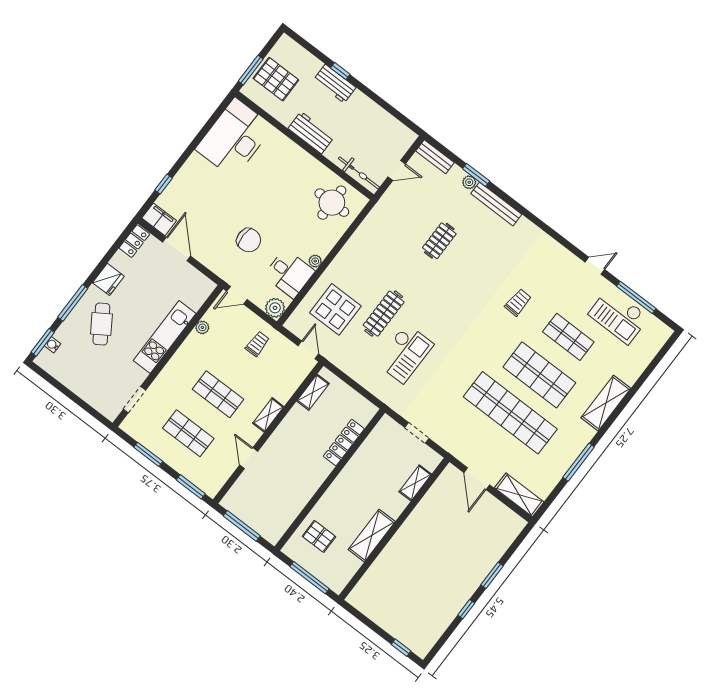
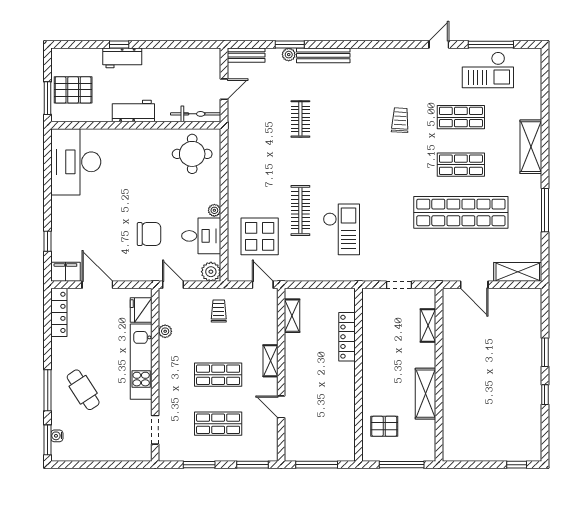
locker: (134, 241) -> (59, 312), width x1.53
fridge: (108, 279) -> (141, 310), moved, turned 180
door: (237, 295) -> (173, 285), swing flipped
shop shelf: (539, 375) -> (461, 165), width x0.70, depth x0.74

